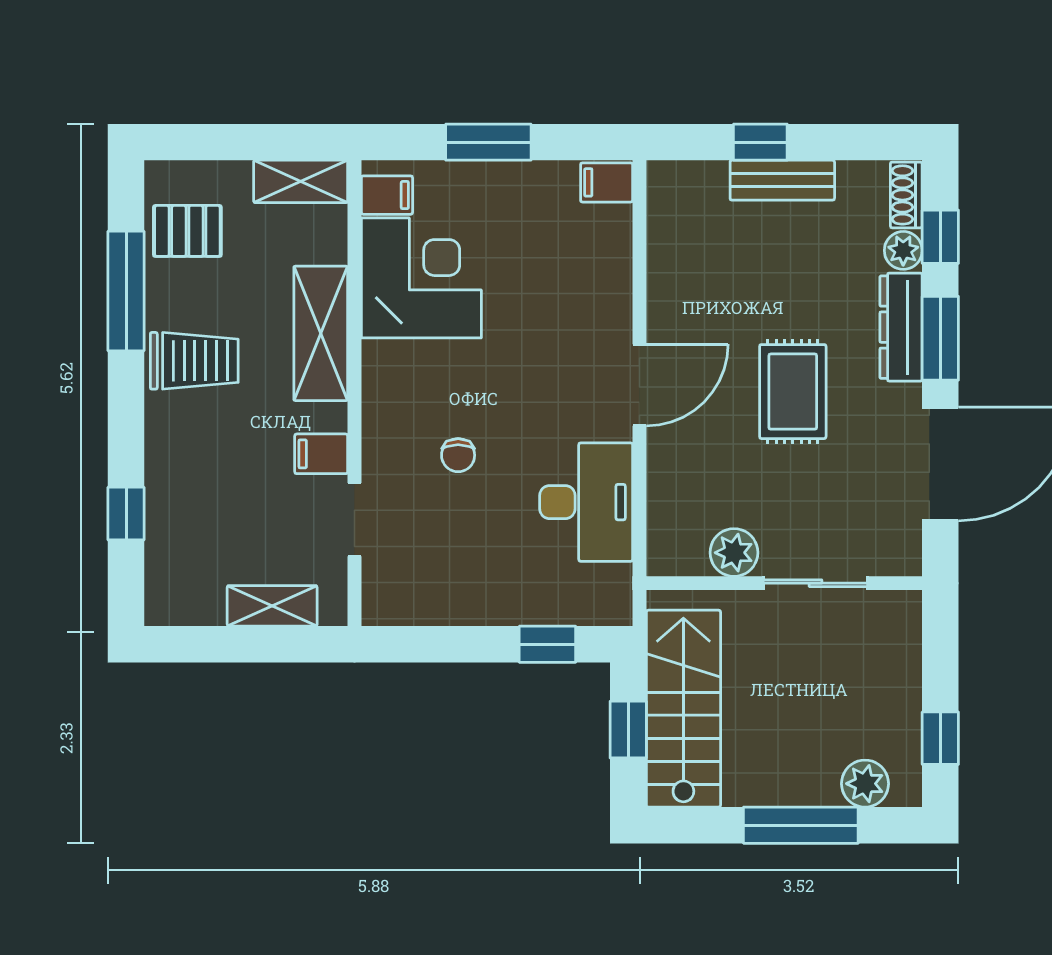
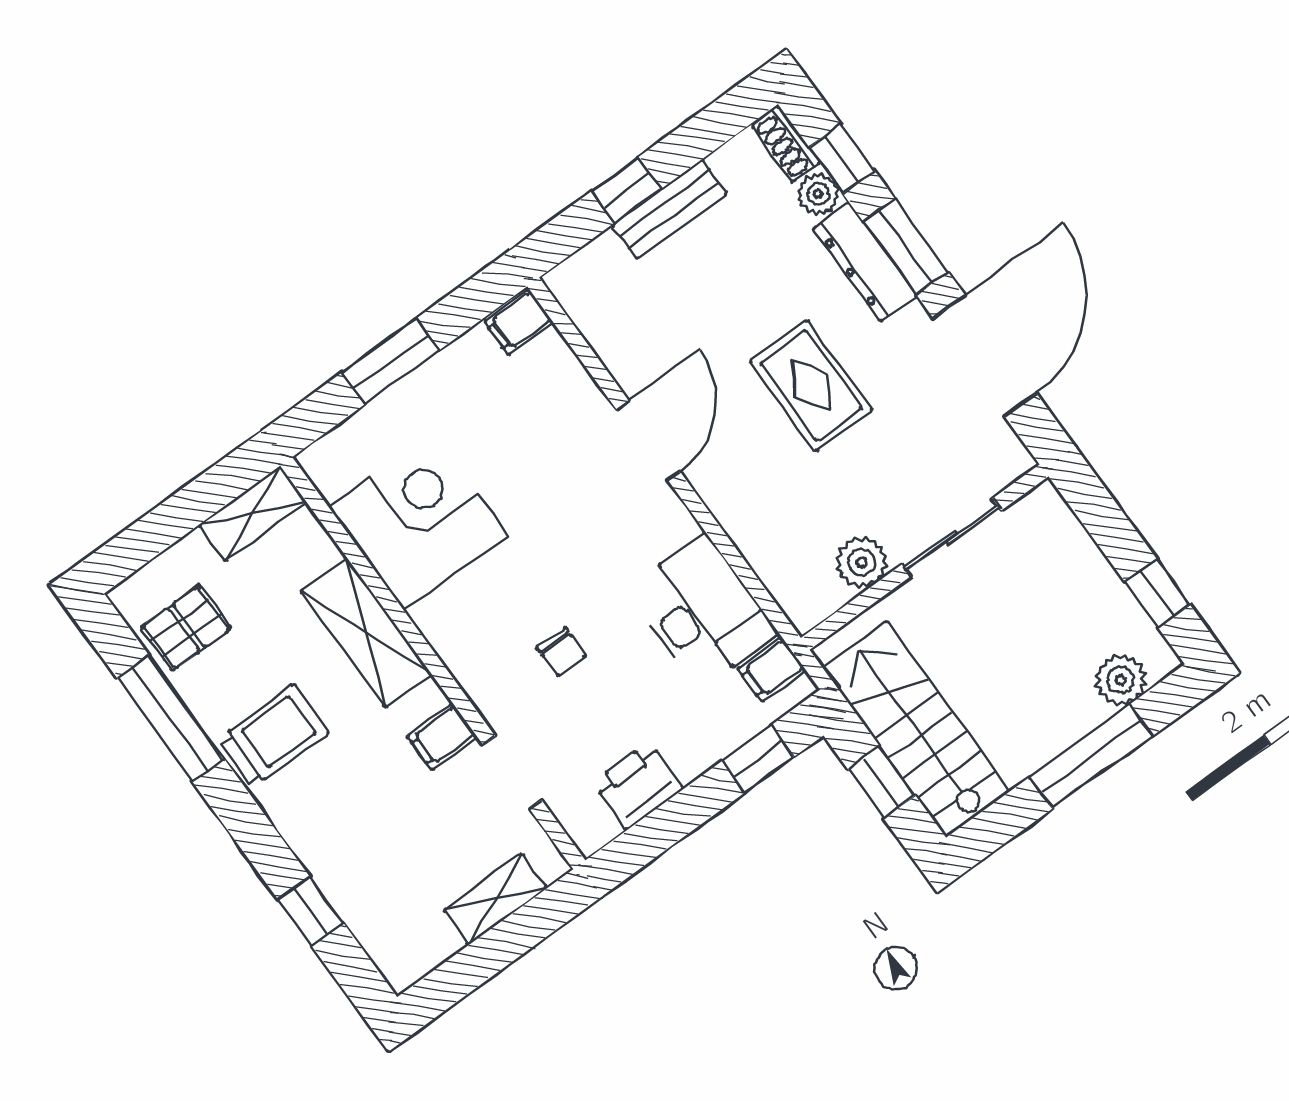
filing cabinet: (387, 195) -> (772, 669), moved, turned 180
door: (639, 385) -> (648, 440), moved
printer: (442, 599) -> (638, 786), added

